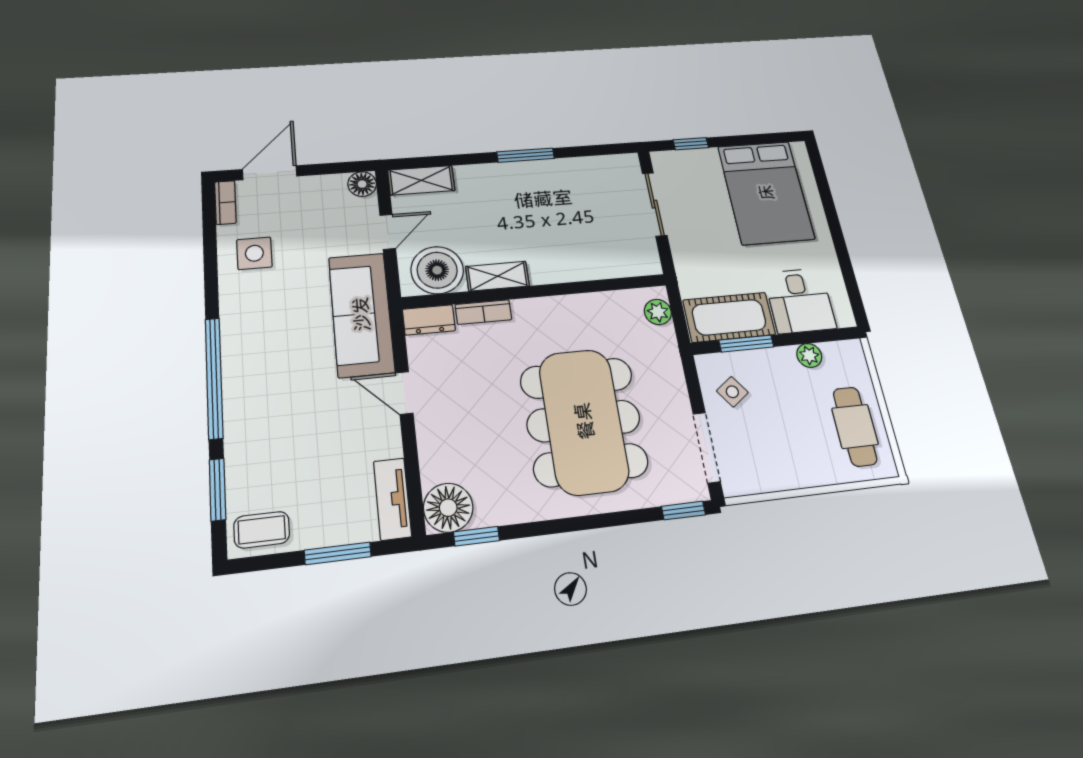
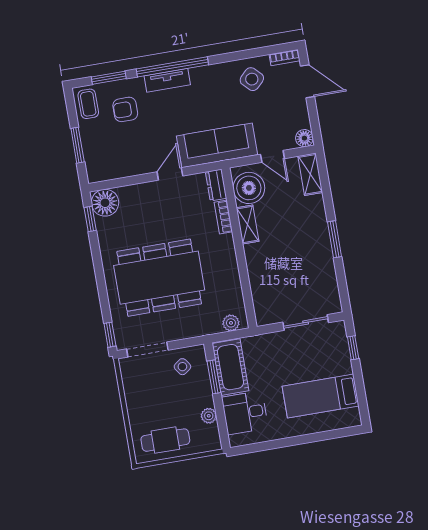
bed: (766, 192) -> (321, 396), width x0.67
side table: (254, 253) -> (252, 79), turned 45
armchair: (281, 463) -> (125, 109), added
tv unit: (392, 499) -> (167, 80), moved, turned 180

